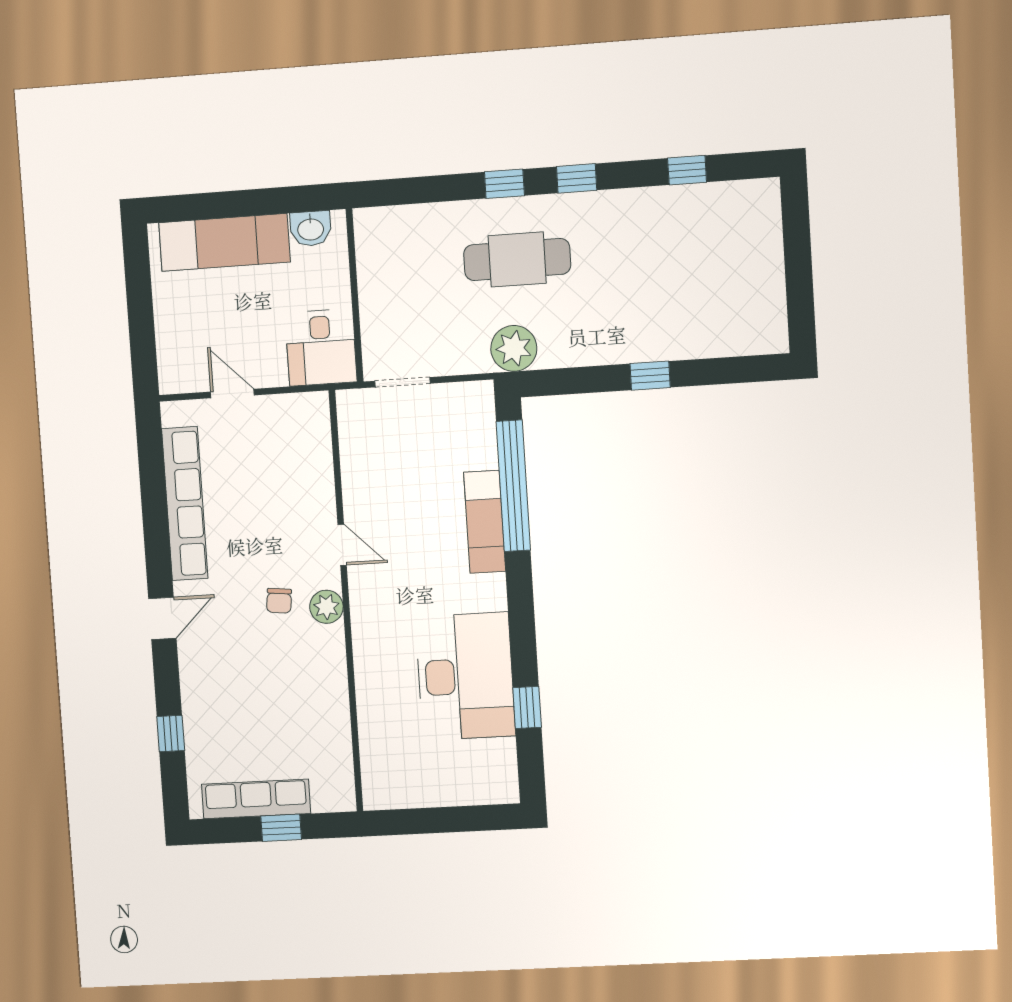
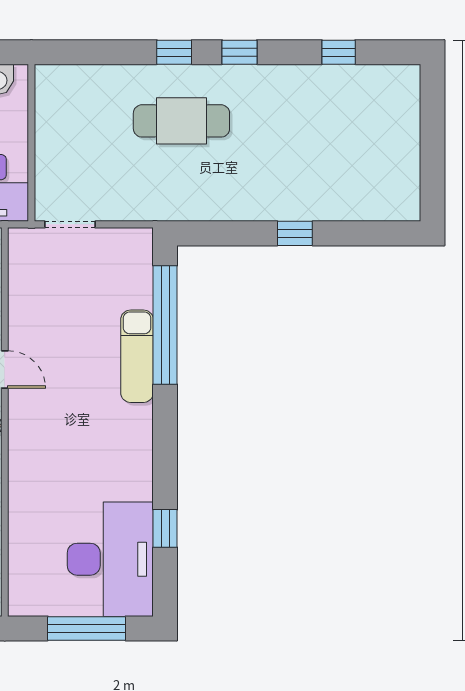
plant: (514, 348) -> (173, 201), removed
desk: (465, 676) -> (110, 559), moved
window: (449, 820) -> (87, 628), added

